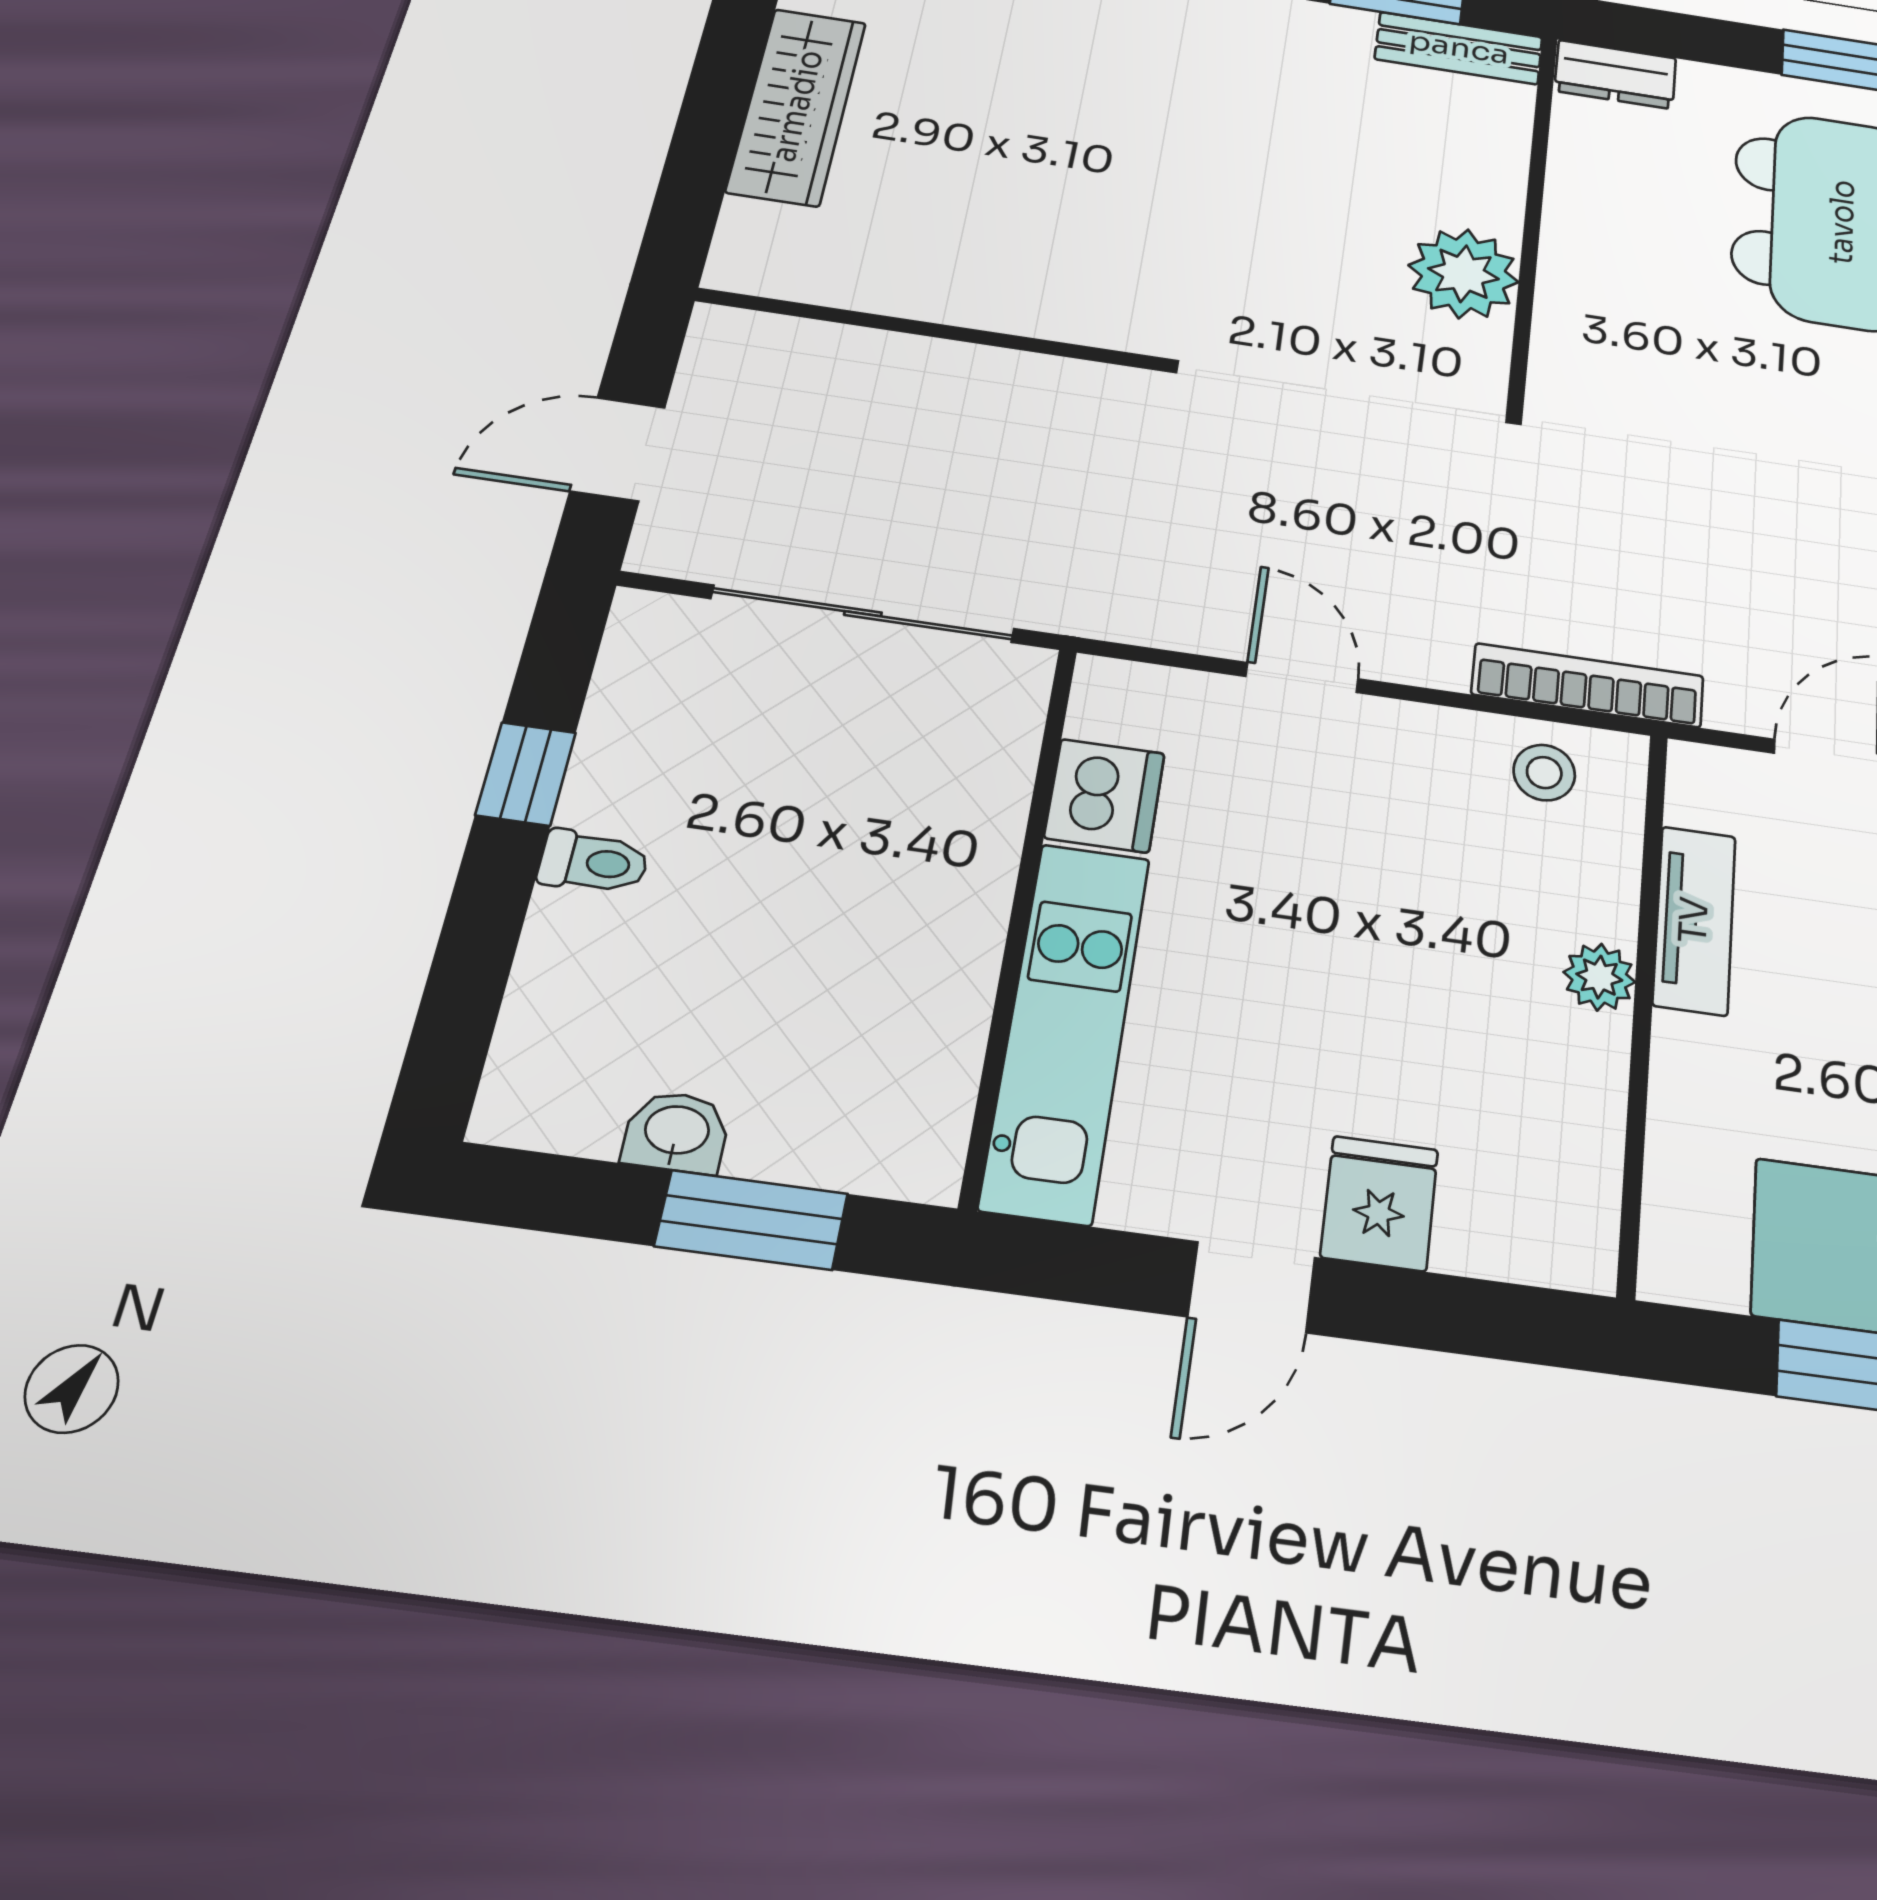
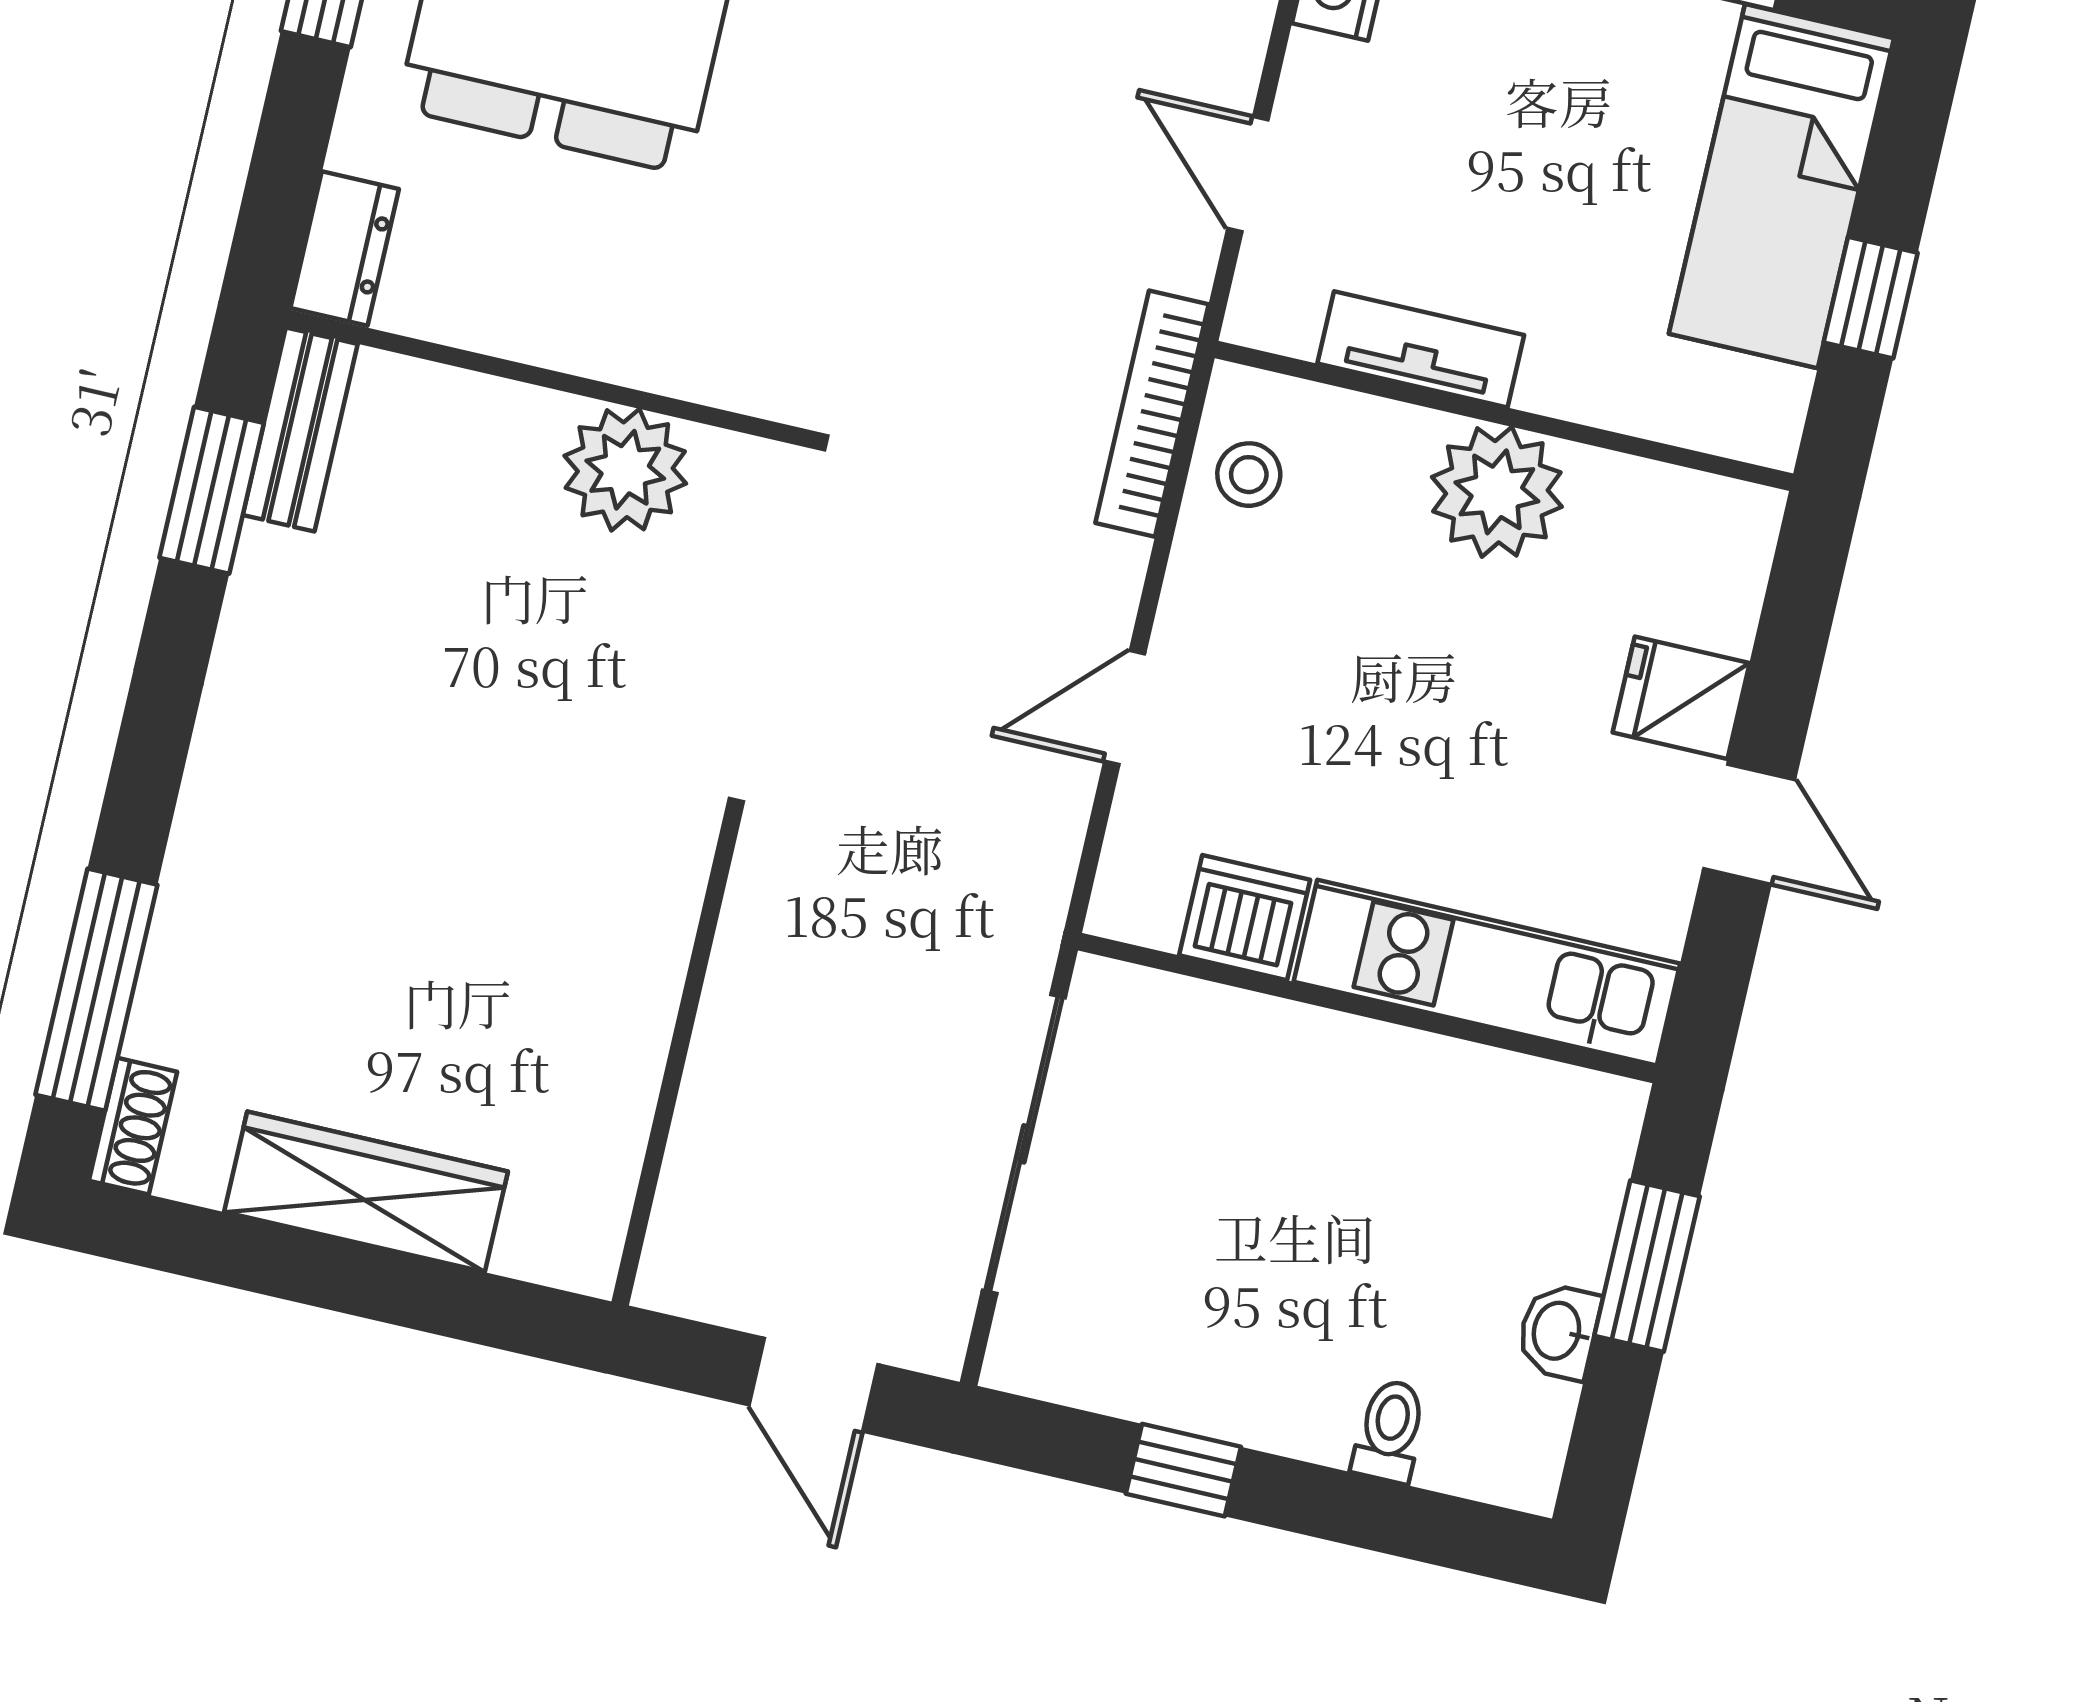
toilet: (594, 862) -> (1390, 1431), moved
plant: (1599, 977) -> (1497, 492), width x1.88, depth x1.88

